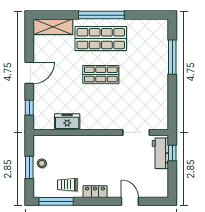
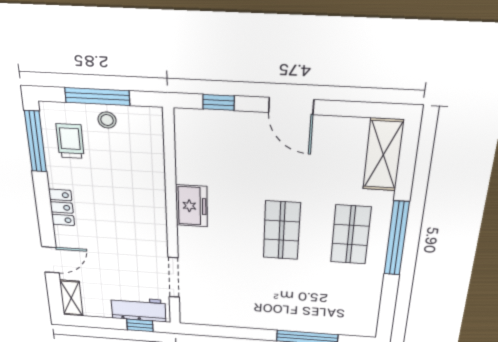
shop shelf: (101, 39) -> (351, 235), width x0.70, depth x0.74
freezer: (67, 122) -> (192, 206), moved
window: (29, 167) -> (97, 97), width x1.44
trolley: (67, 185) -> (70, 141), moved
shelving: (156, 192) -> (71, 298), added

